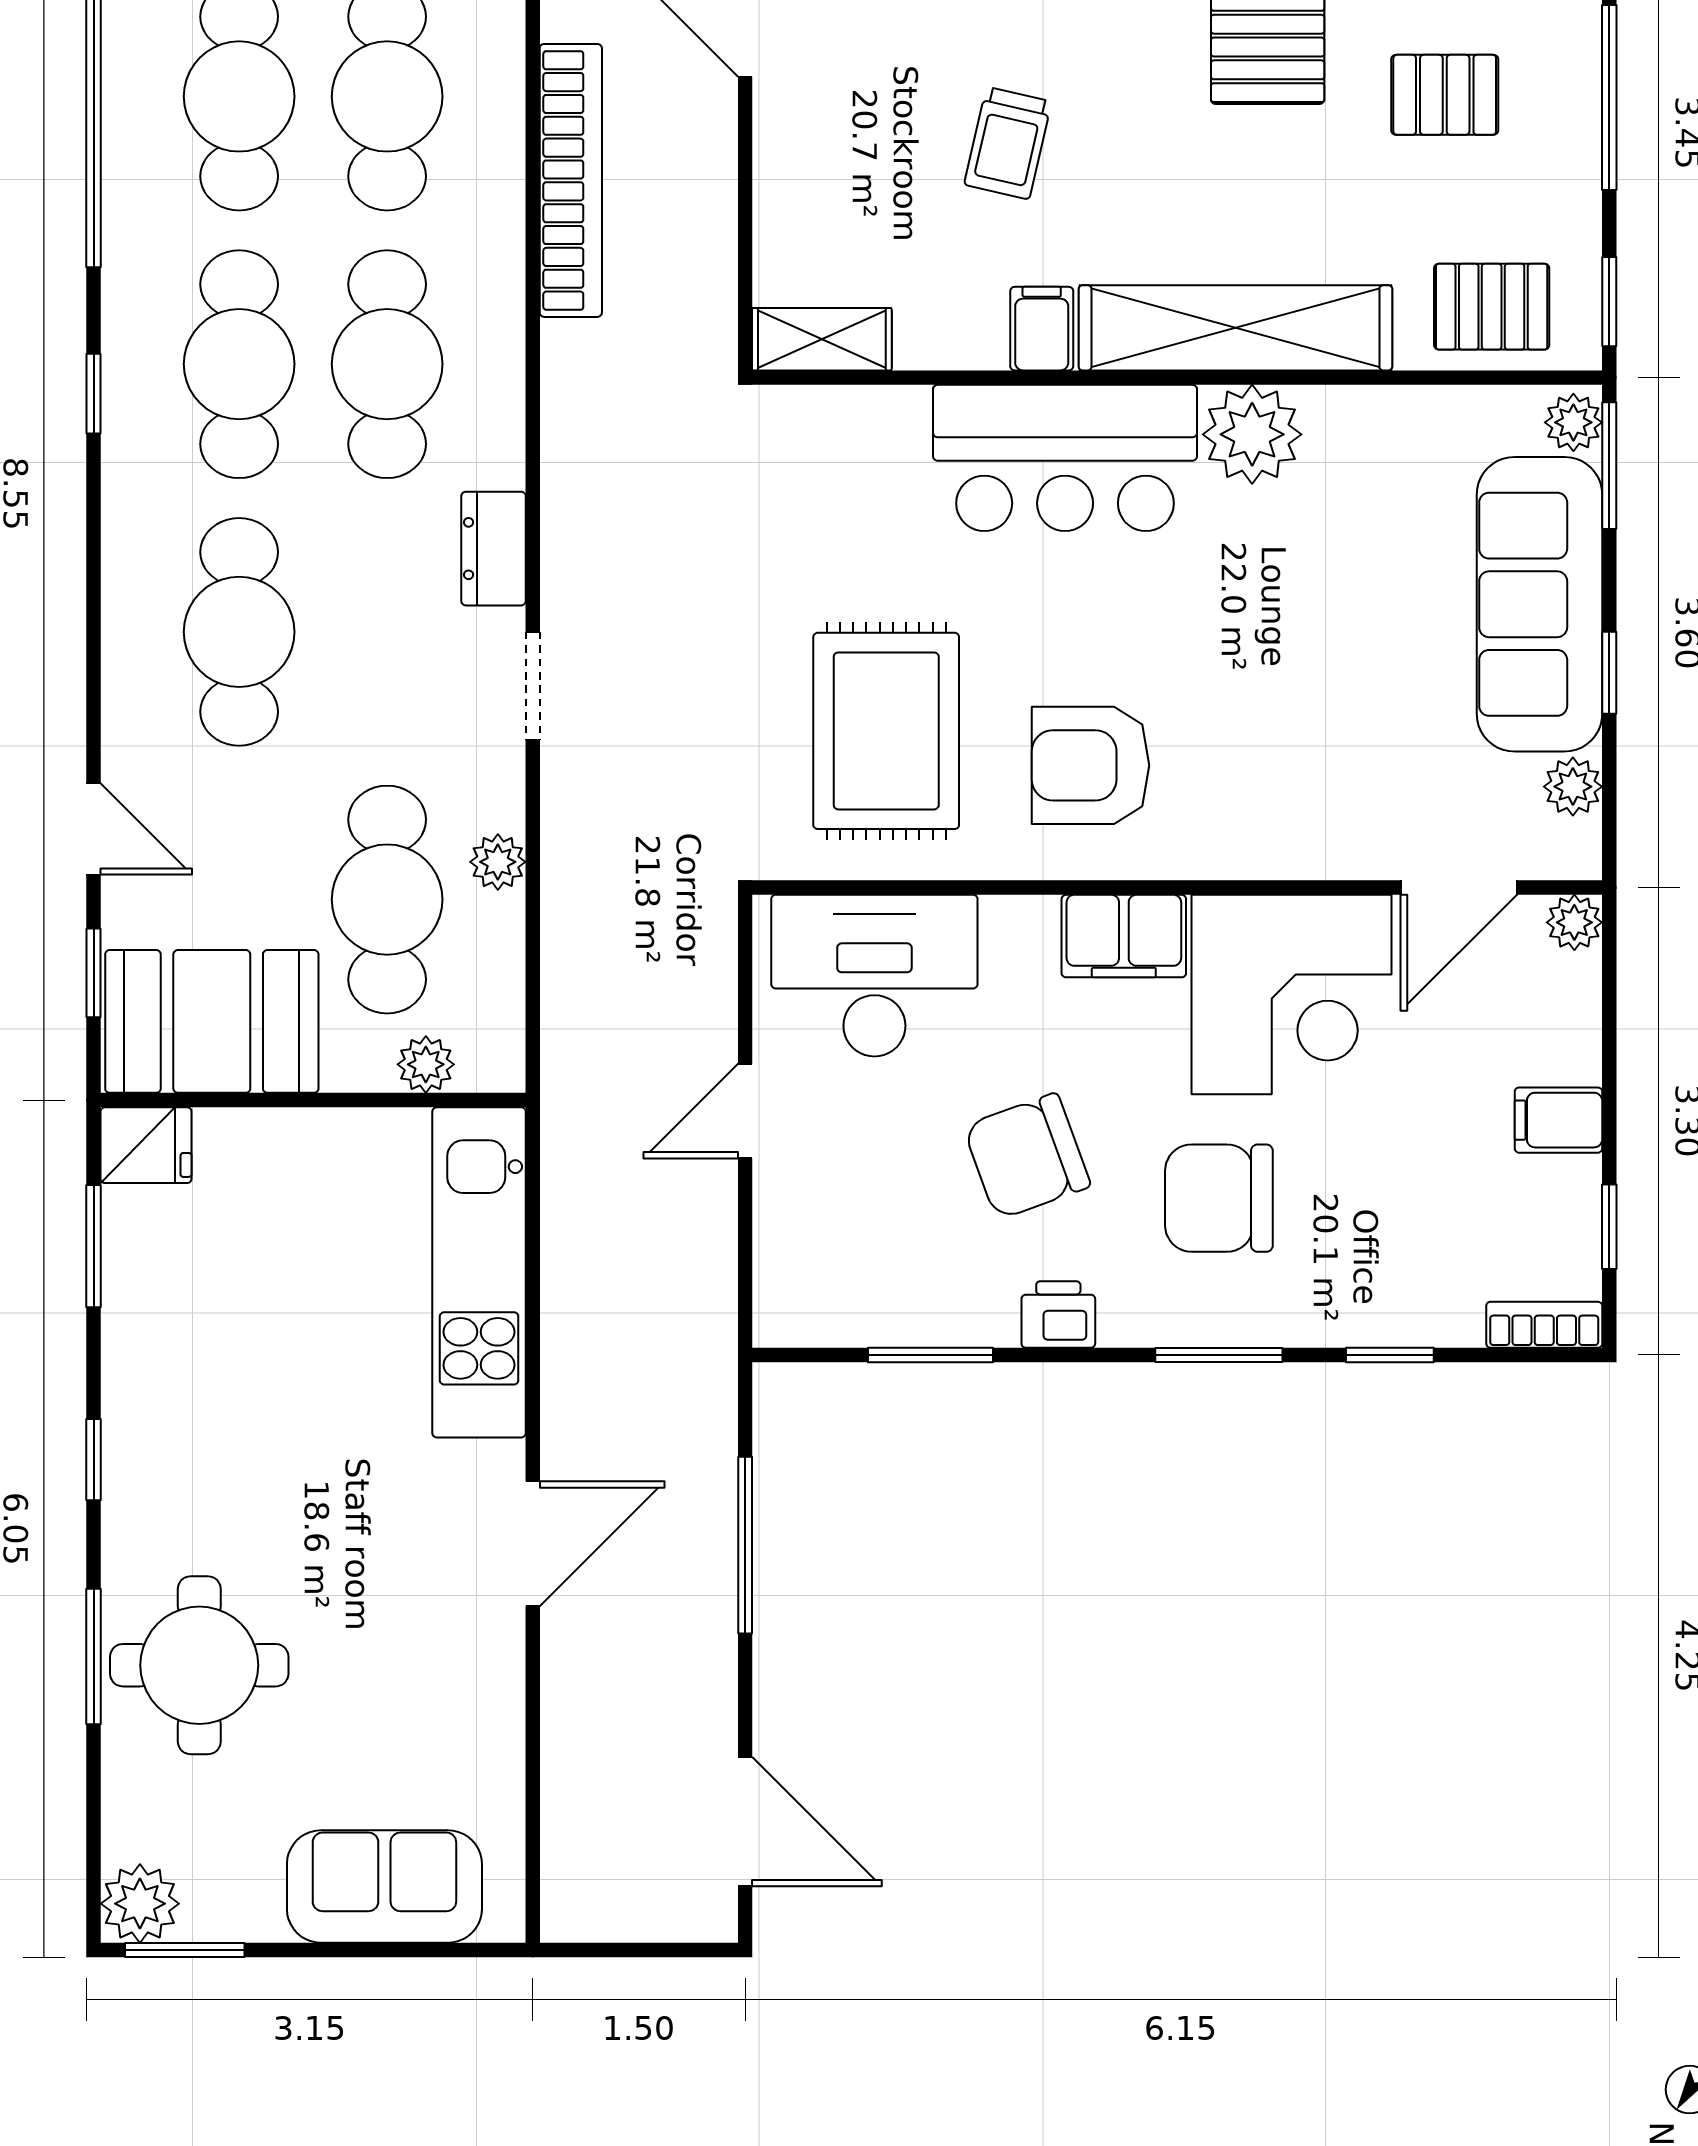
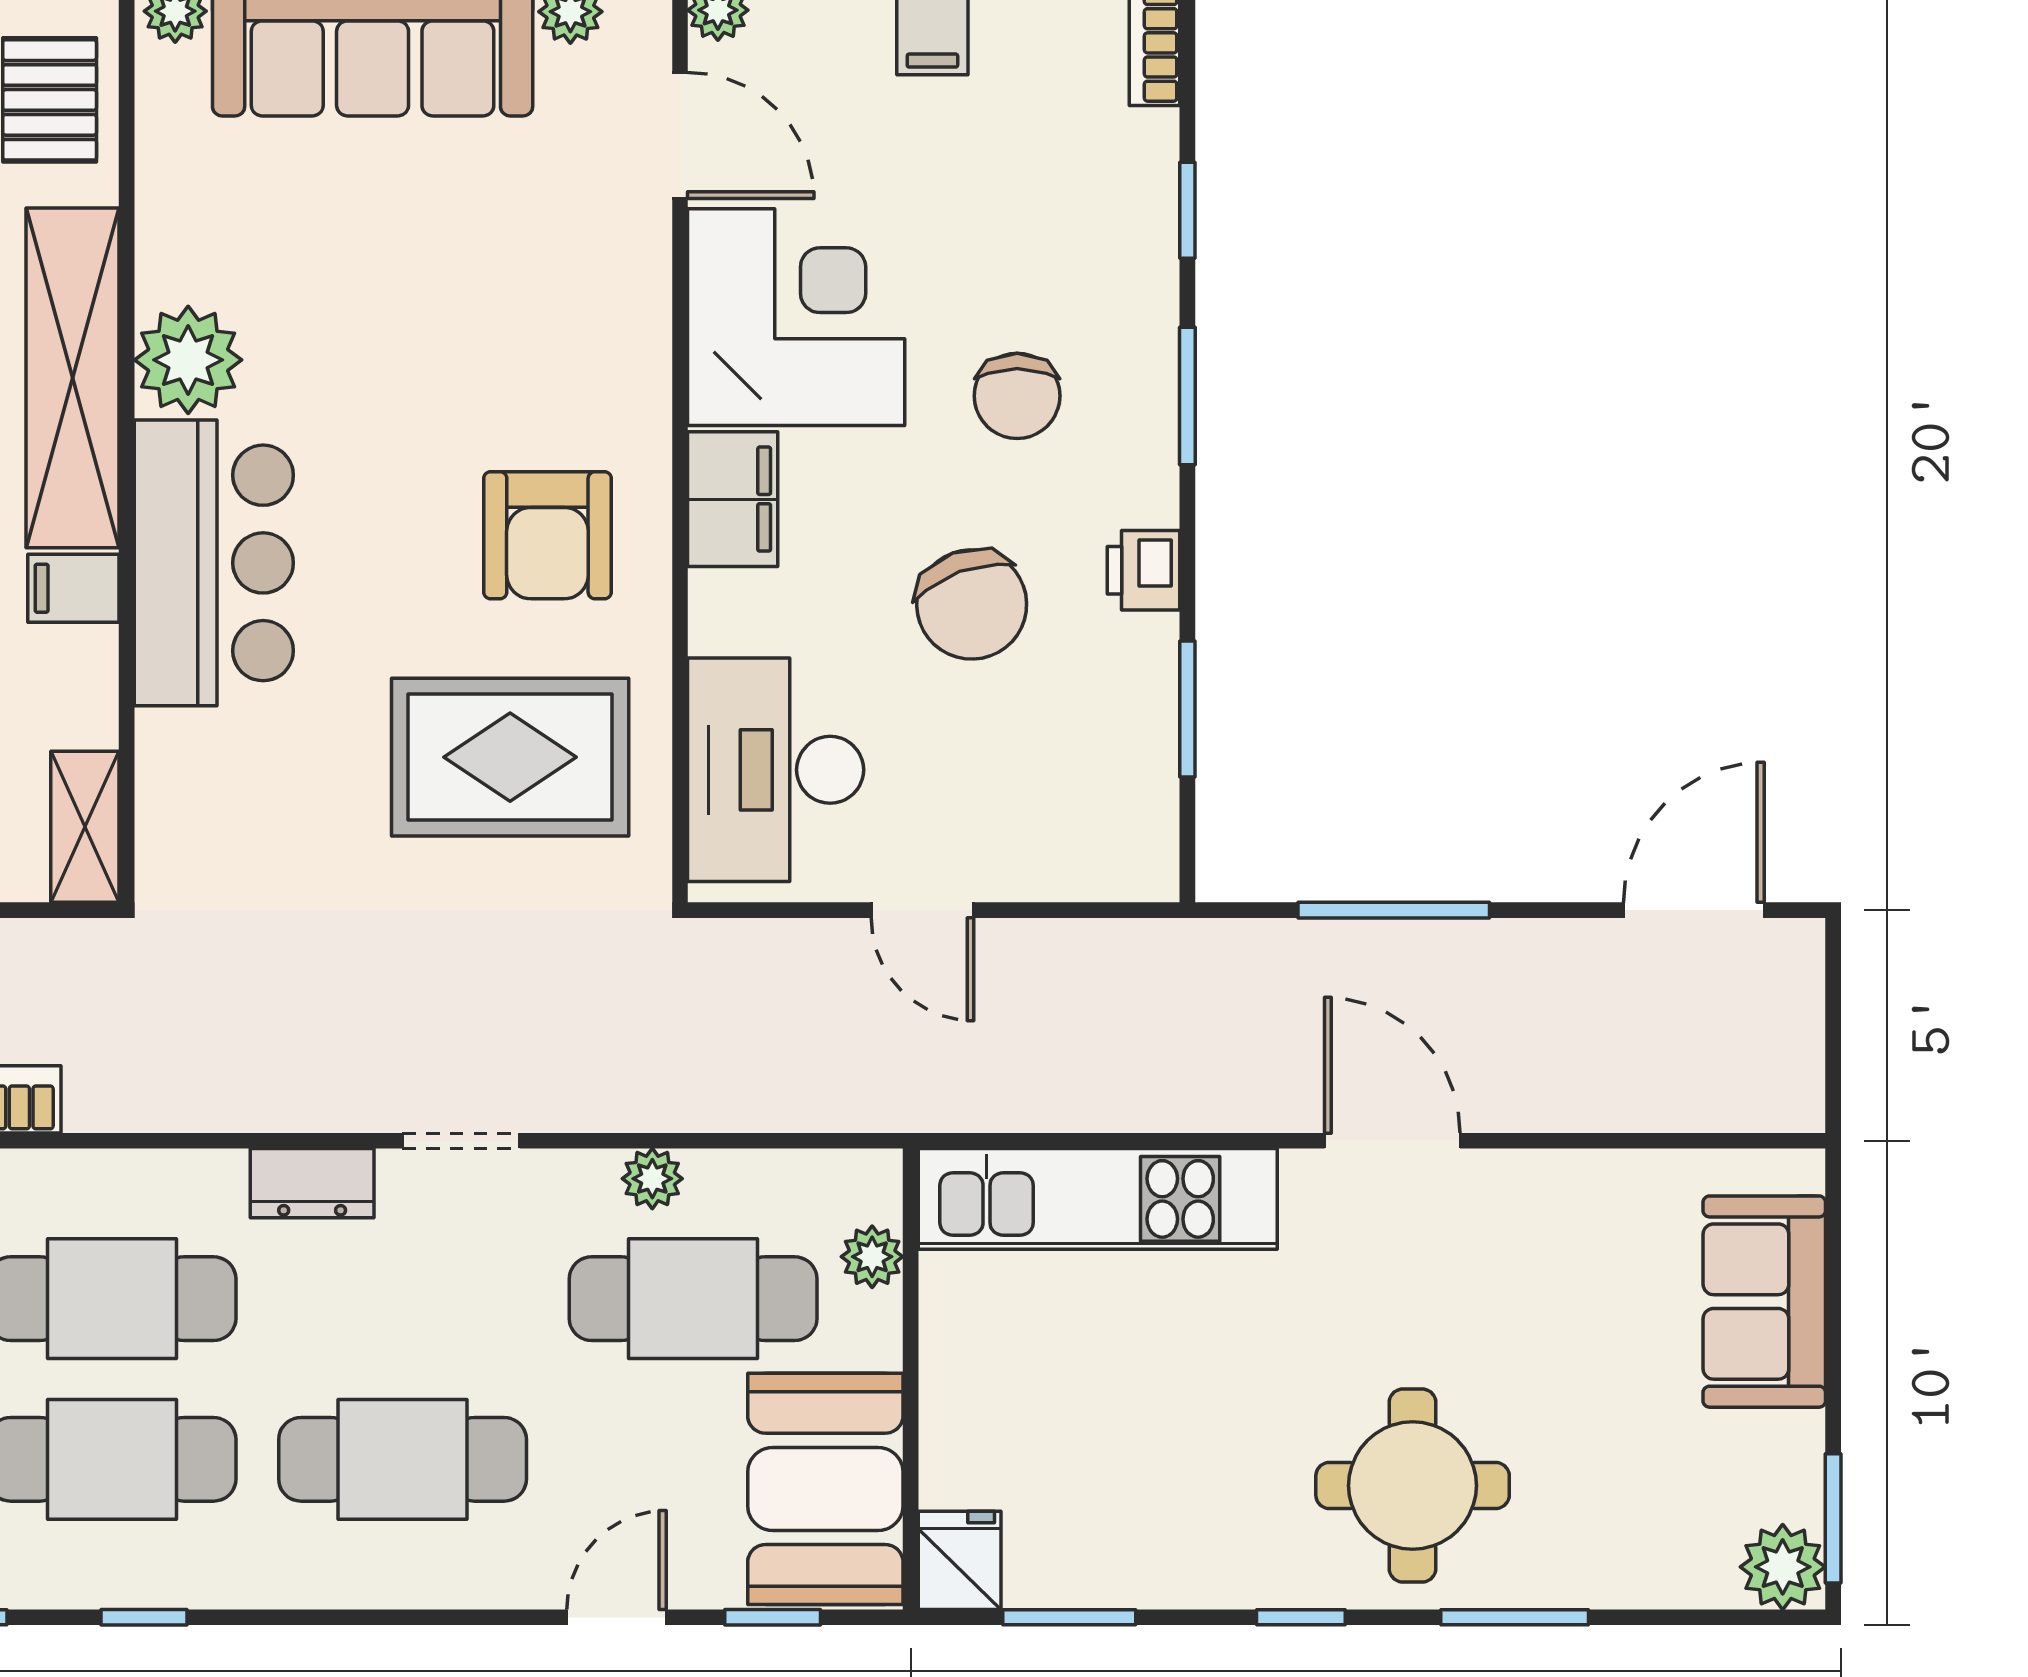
chair: (1219, 1198) -> (1017, 396), width x0.73, depth x0.73
round table: (199, 1665) -> (1413, 1486), moved

